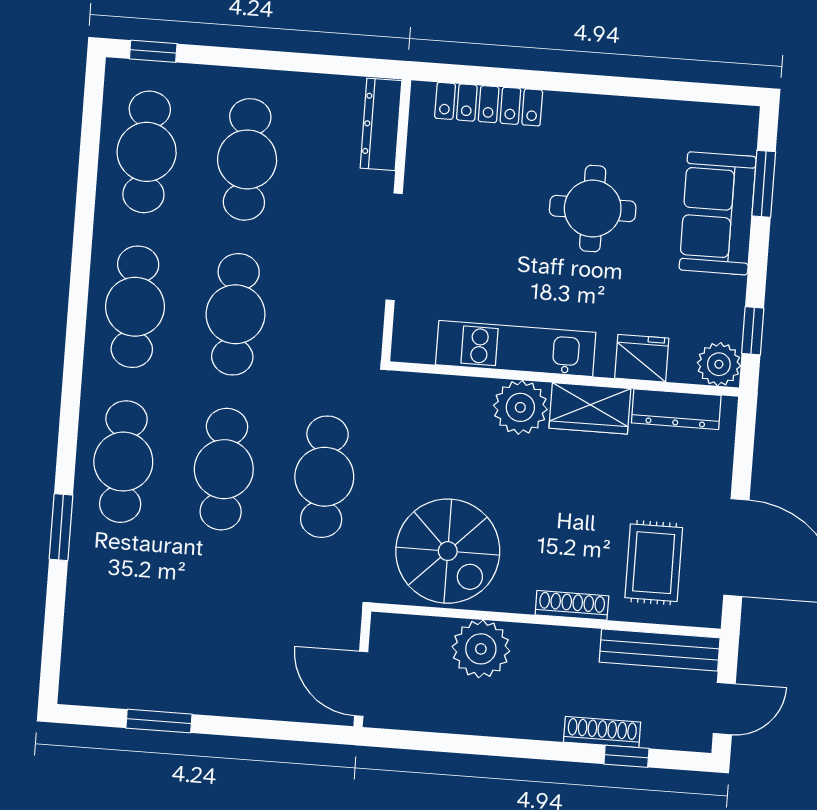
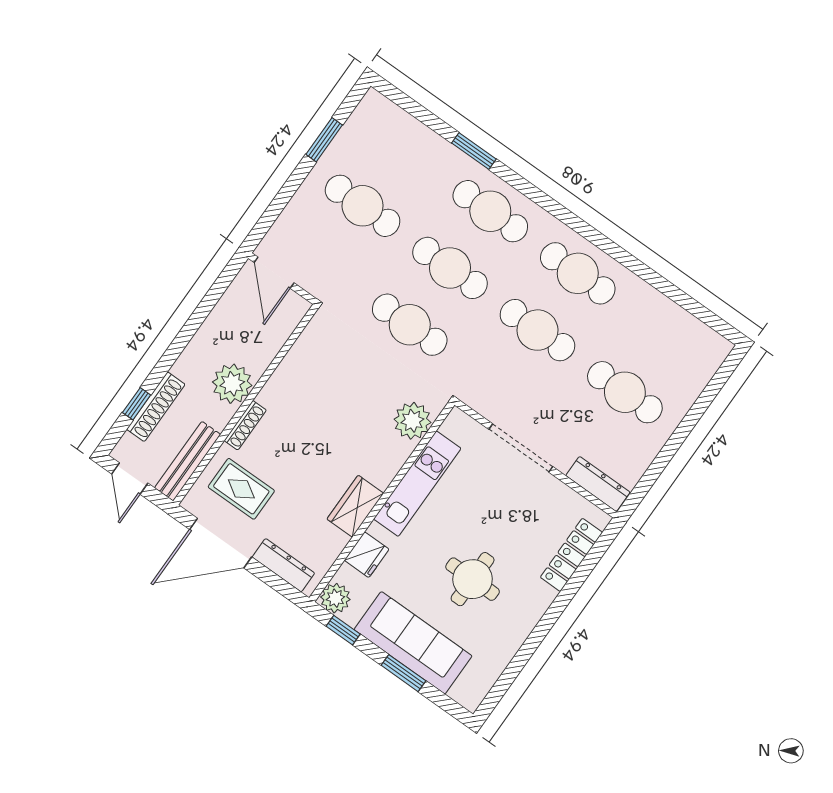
window: (153, 51) -> (722, 375), removed
cafe table: (147, 152) -> (363, 206), moved
window: (764, 184) -> (403, 673), moved
sofa: (718, 213) -> (413, 643), width x1.36
plant: (520, 407) -> (412, 421), moved
dresser: (676, 409) -> (283, 565), moved, turned 90
spiral stairs: (448, 551) -> (322, 371), removed
plant: (481, 649) -> (232, 384), moved
door: (361, 684) -> (274, 273), swing flipped
shoe rack: (602, 732) -> (156, 407), width x1.36, depth x1.24

